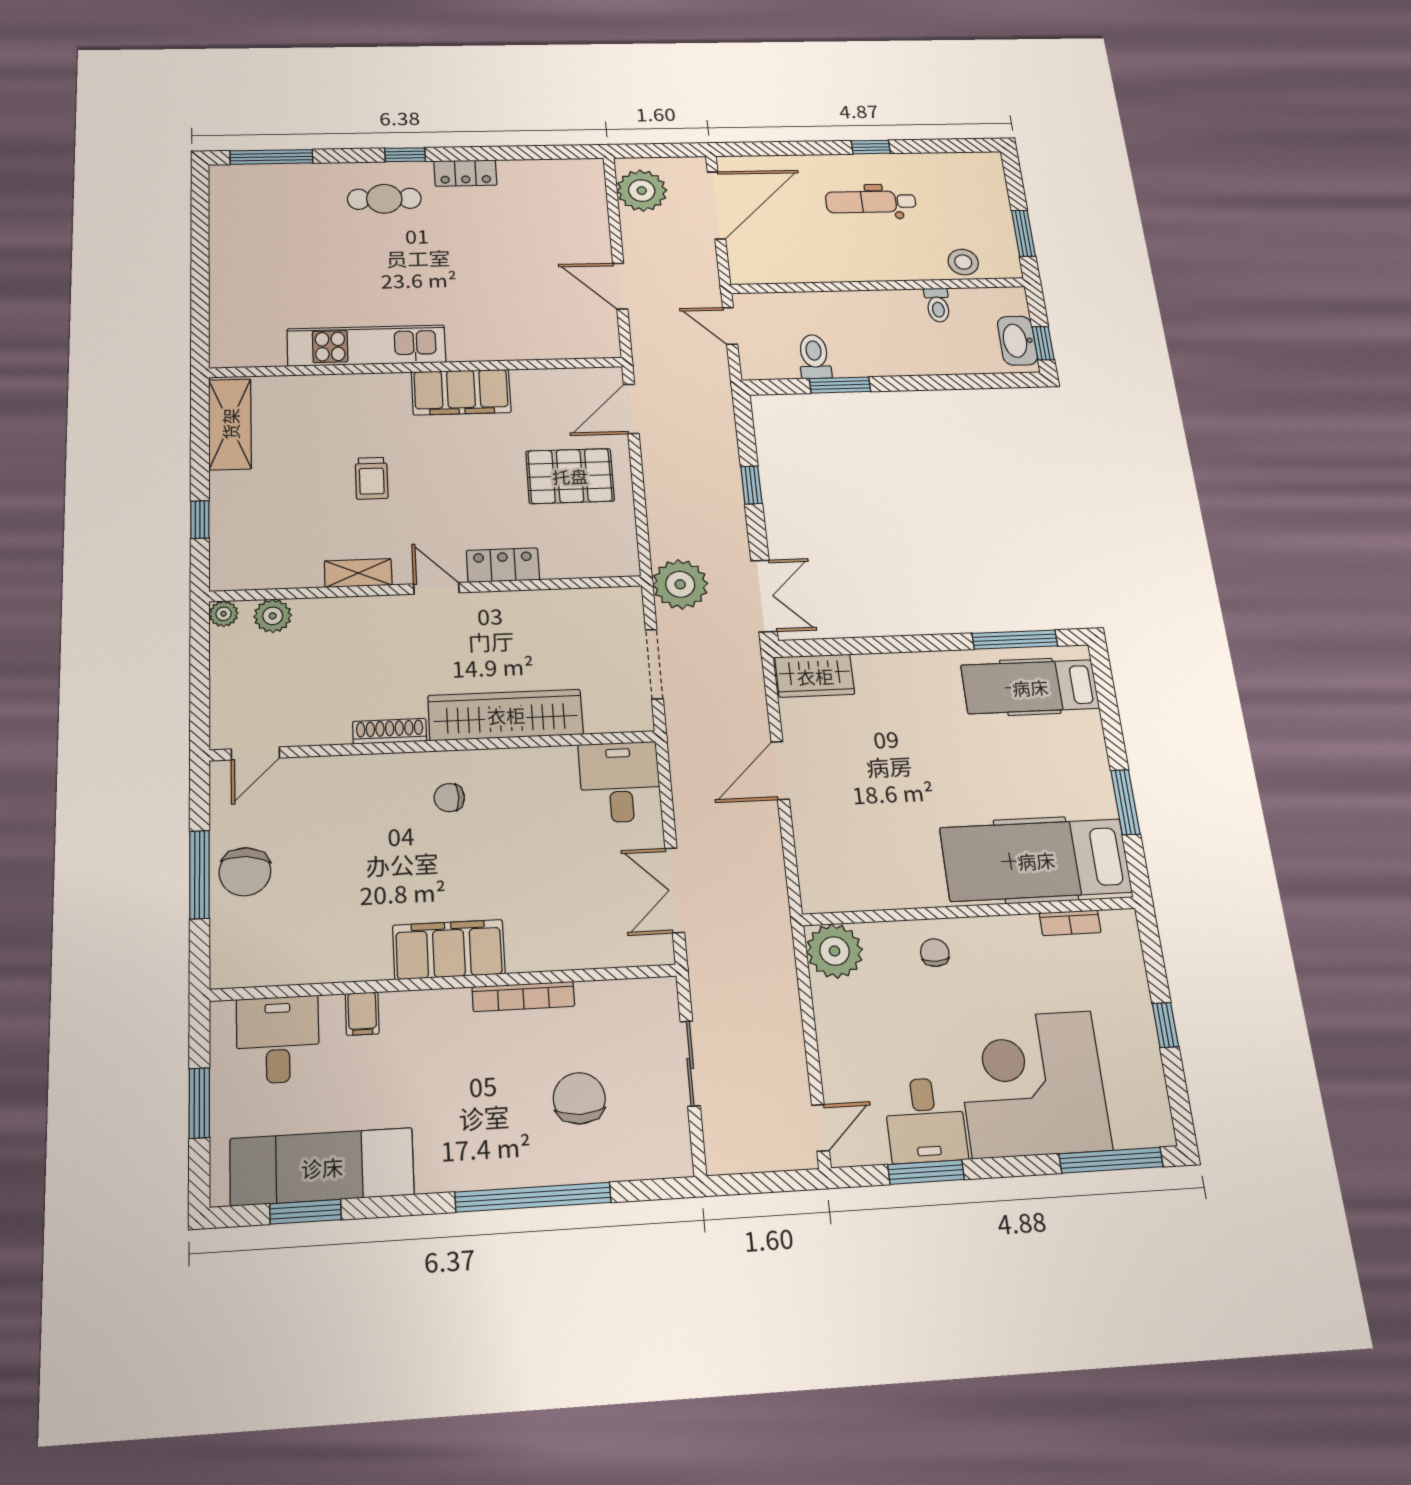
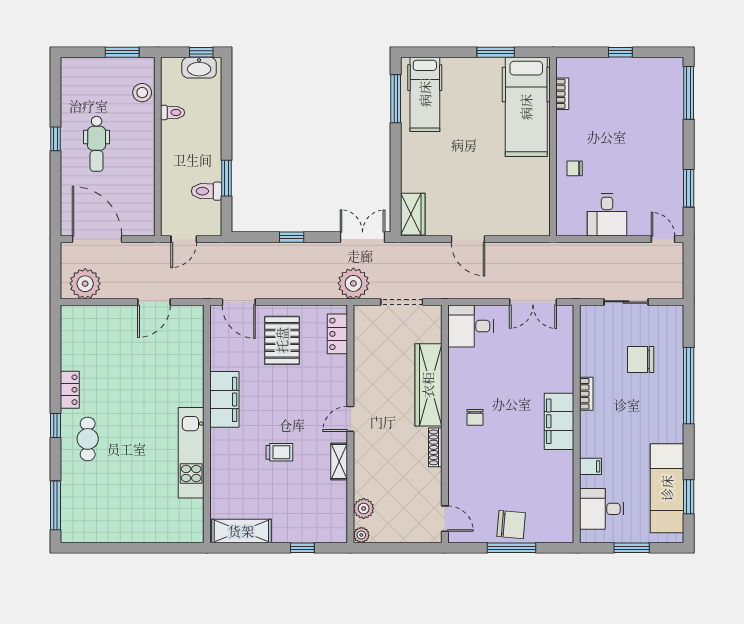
locker: (503, 565) -> (337, 334), moved
plant: (835, 951) -> (571, 221), removed
bookcase: (523, 996) -> (586, 394), width x0.64
corner desk: (1032, 1084) -> (647, 127), removed
desk: (925, 1120) -> (607, 215), moved, turned 90

